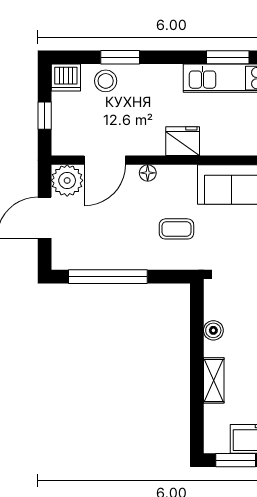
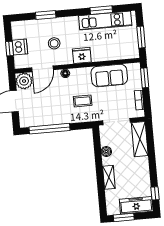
dishwasher: (66, 78) -> (20, 47), moved, turned -90
stool: (106, 81) -> (54, 43), moved

